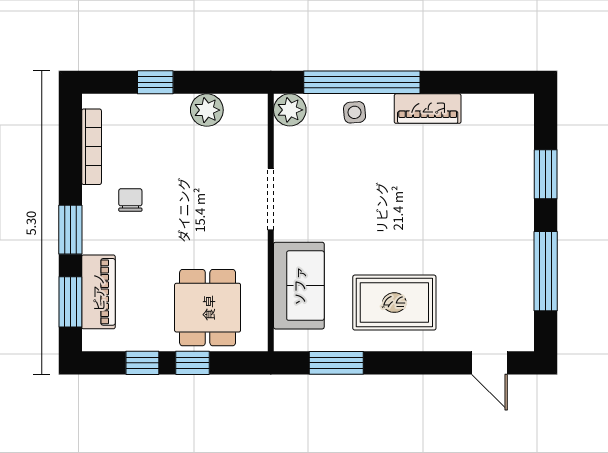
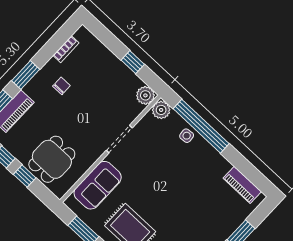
window: (155, 82) -> (133, 62), moved
piano: (428, 109) -> (242, 185), moved
plant: (207, 110) -> (145, 95), moved
bookcase: (92, 147) -> (66, 49), width x0.64

